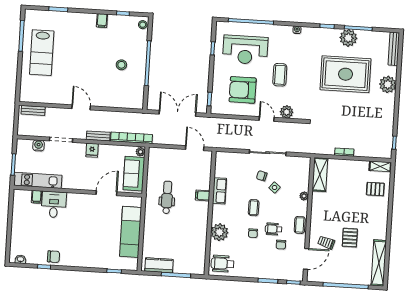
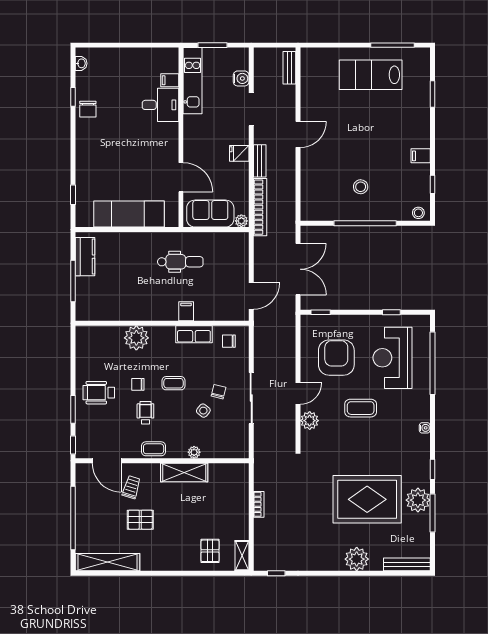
rug: (346, 74) -> (367, 499), turned 90
shelving: (320, 175) -> (184, 472), moved
chair: (281, 245) -> (229, 341), moved
wheelchair: (223, 264) -> (99, 393), moved, turned -90

